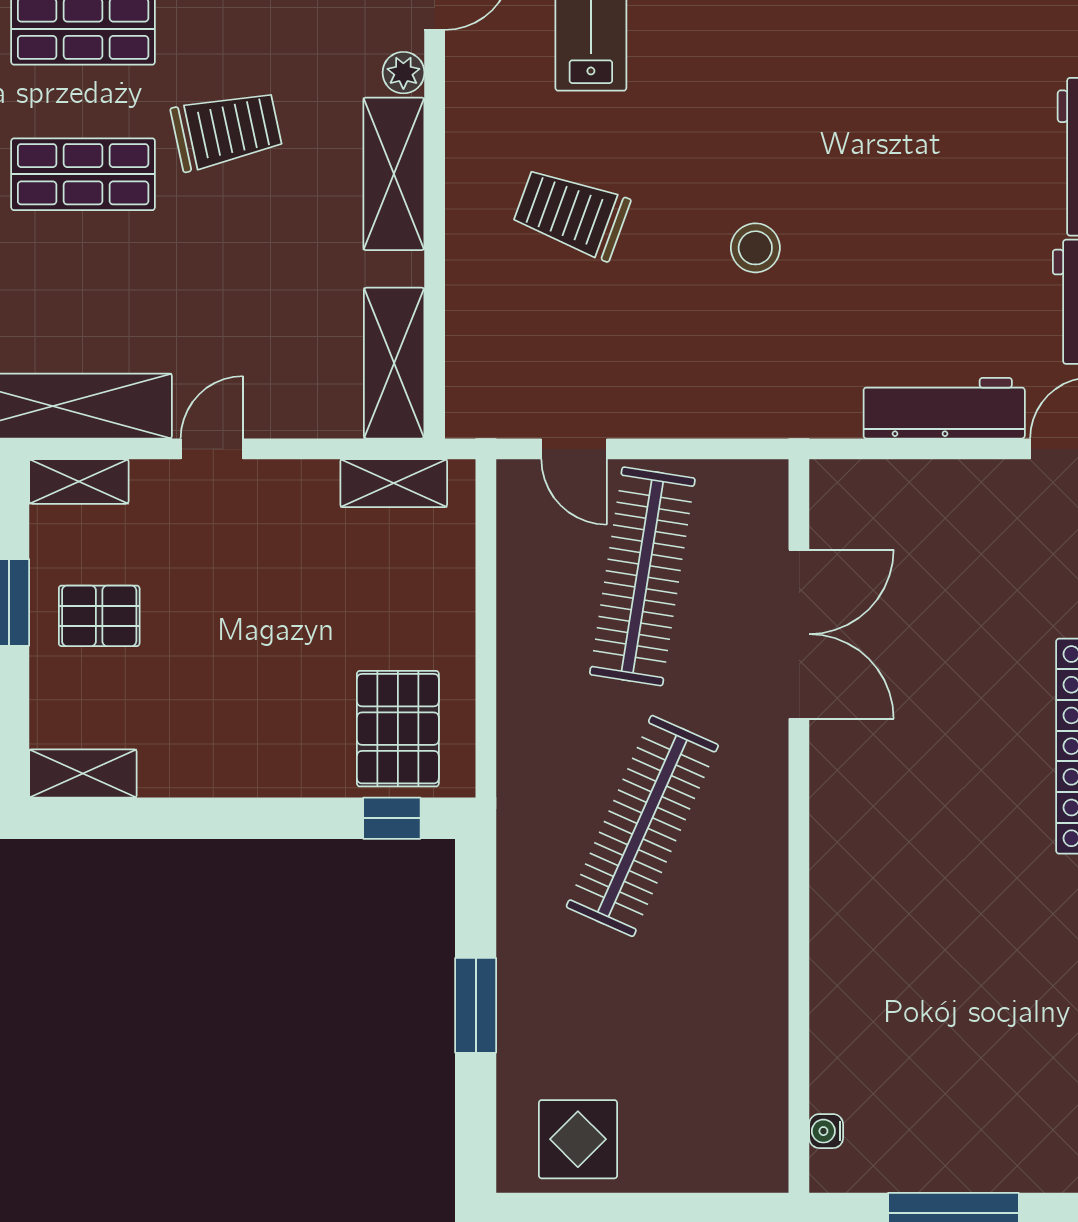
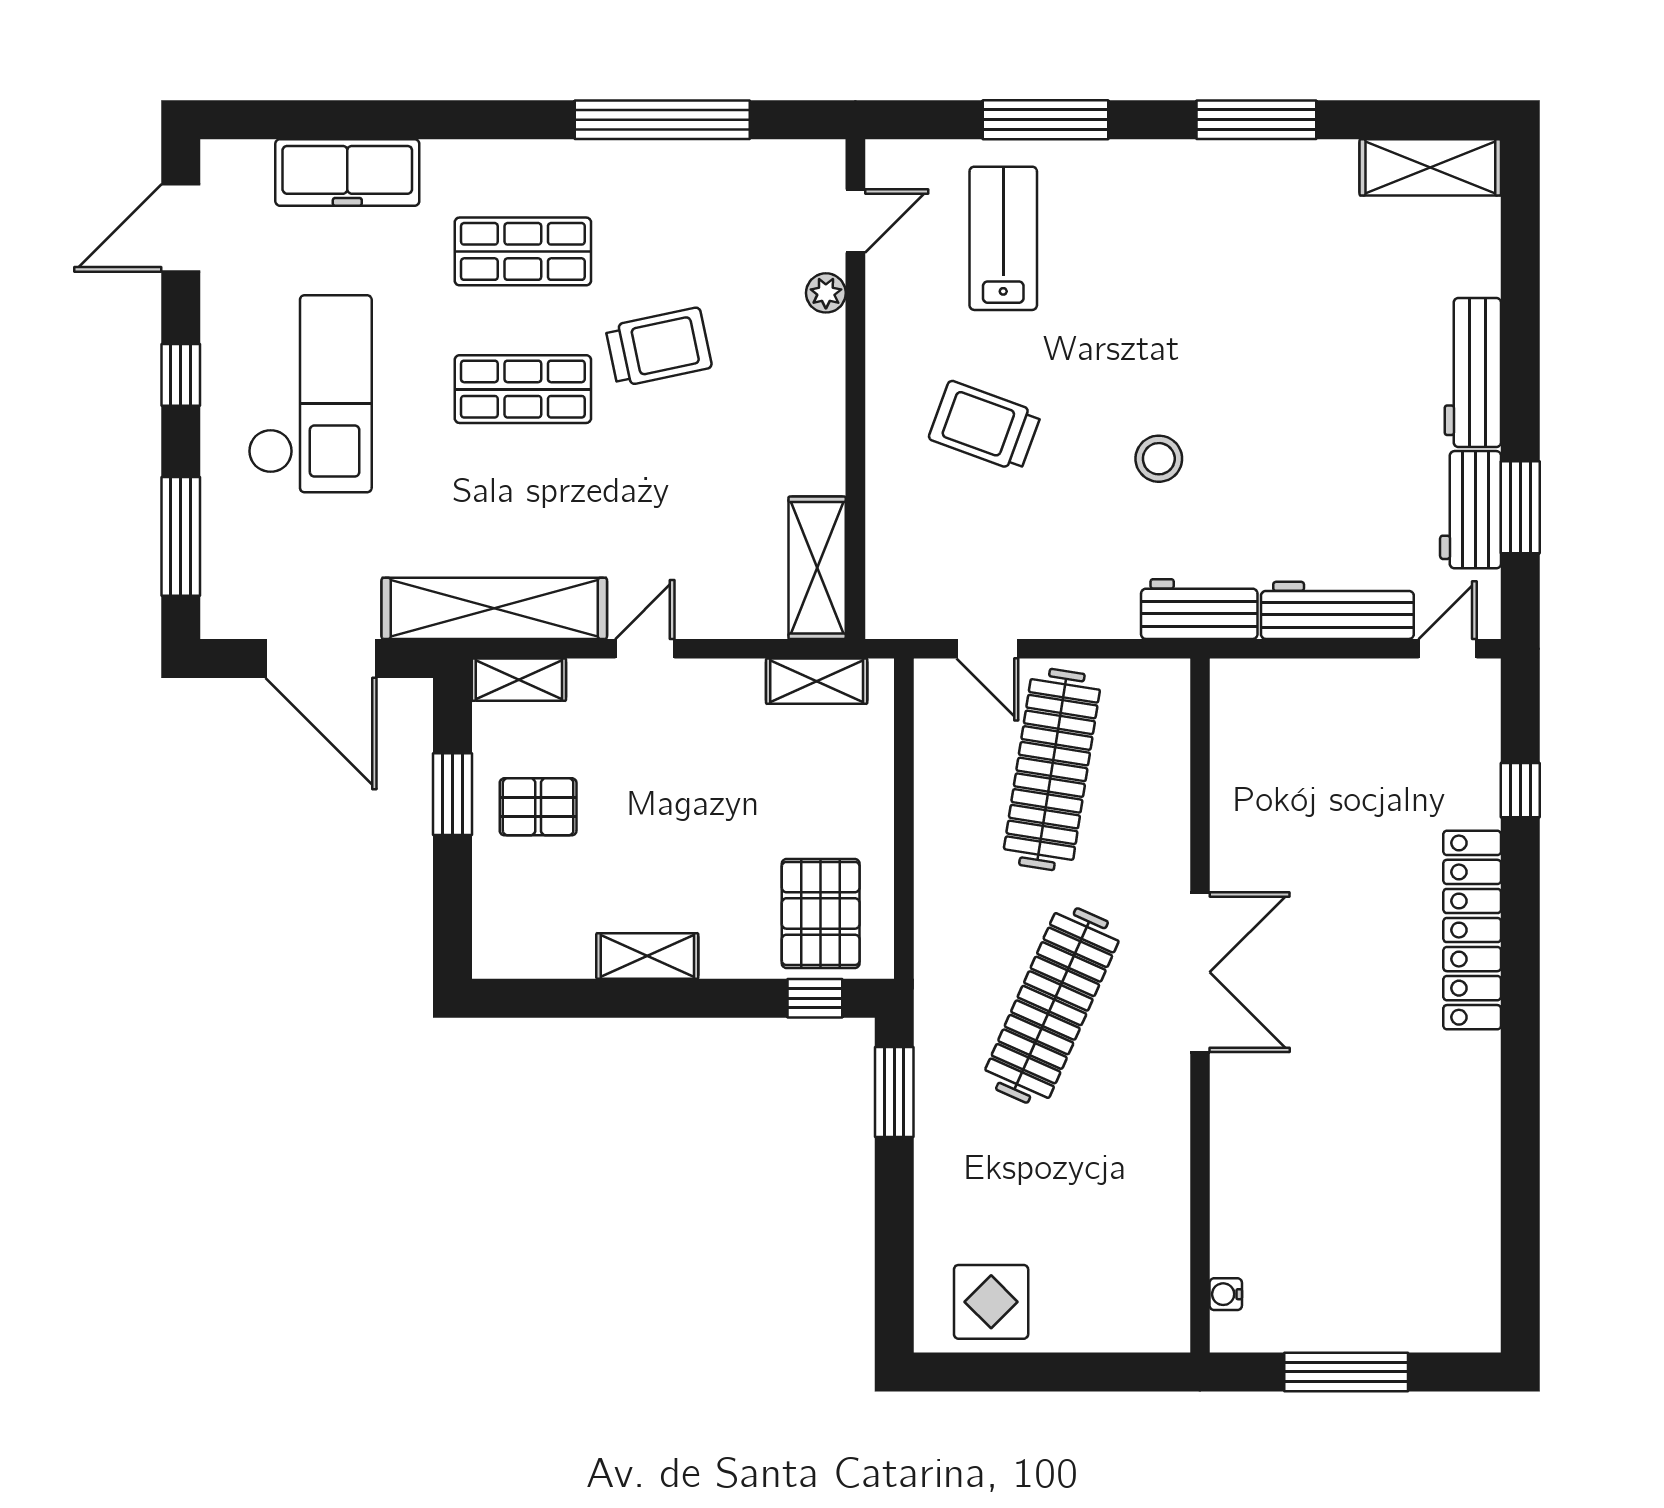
shelving: (394, 174) -> (817, 389), removed
workbench: (798, 407) -> (1199, 609), added
double door: (799, 634) -> (1200, 972), moved
shelving: (83, 774) -> (647, 956), moved
window: (476, 1005) -> (894, 1092), moved

